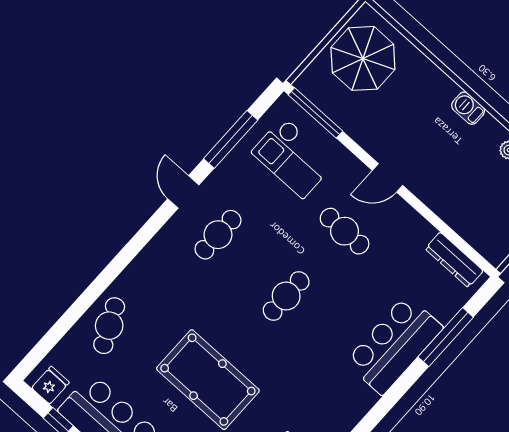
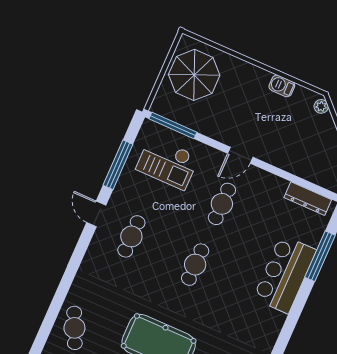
cafe table: (345, 231) -> (222, 204), turned 90

